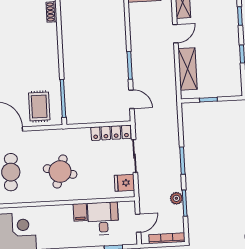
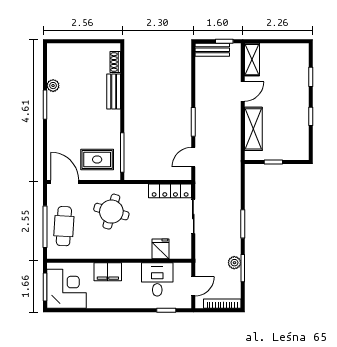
bench: (52, 40) -> (114, 91), added
door: (131, 99) -> (193, 157), swing flipped
rug: (39, 106) -> (97, 159), turned 90
round table: (60, 172) -> (111, 212), moved
fridge: (124, 183) -> (160, 249), moved, turned 90
filing cabinet: (80, 212) -> (108, 272), moved, width x2.00

